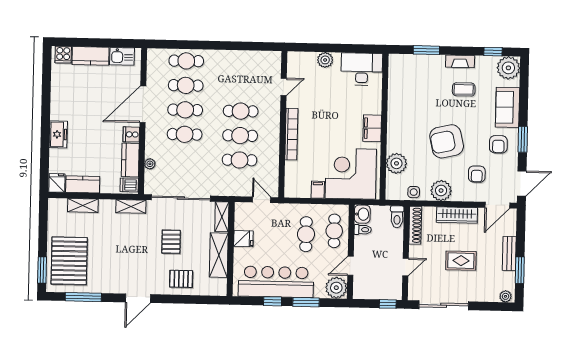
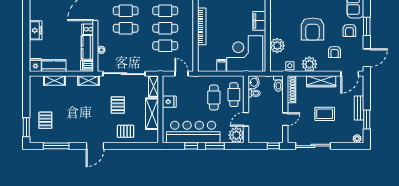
armchair: (447, 141) -> (313, 29), turned -77
pallet: (69, 261) -> (45, 120), width x0.49, depth x0.50

